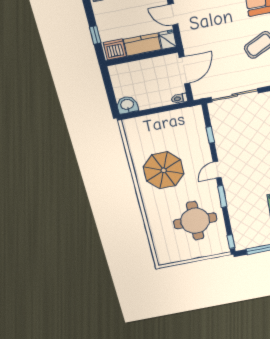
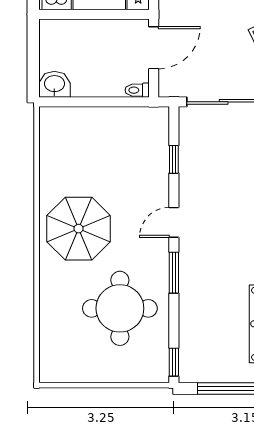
parasol: (164, 170) -> (79, 229), moved

